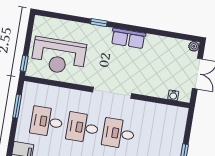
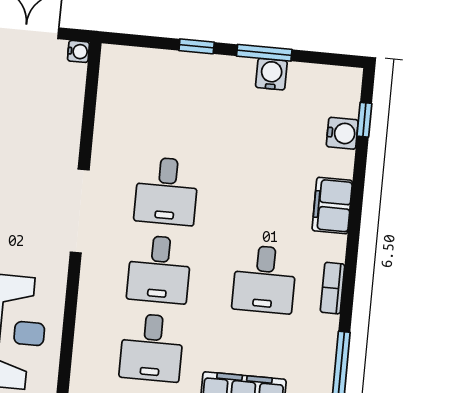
water cooler: (173, 95) -> (78, 51), moved

